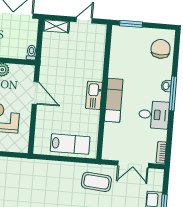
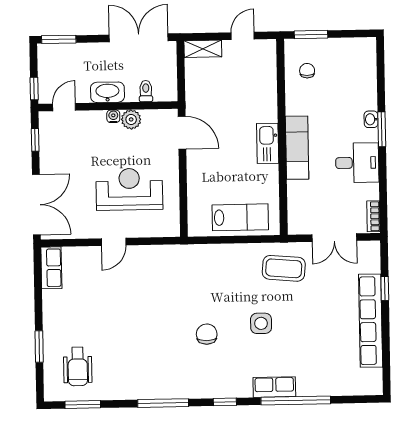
chair: (161, 49) -> (307, 71), moved, width x0.54, depth x0.54
toilet: (31, 53) -> (146, 91), moved
door: (35, 93) -> (182, 133), moved
window: (173, 94) -> (382, 129), width x0.69

